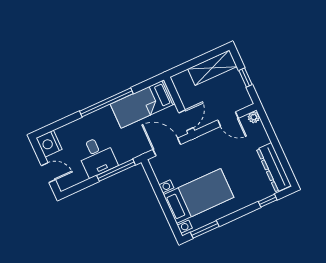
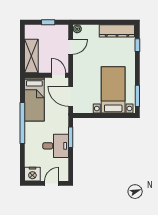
shelving: (212, 68) -> (31, 56), moved
door: (167, 147) -> (71, 96), hinge flipped
window: (116, 170) -> (71, 137), width x0.69

